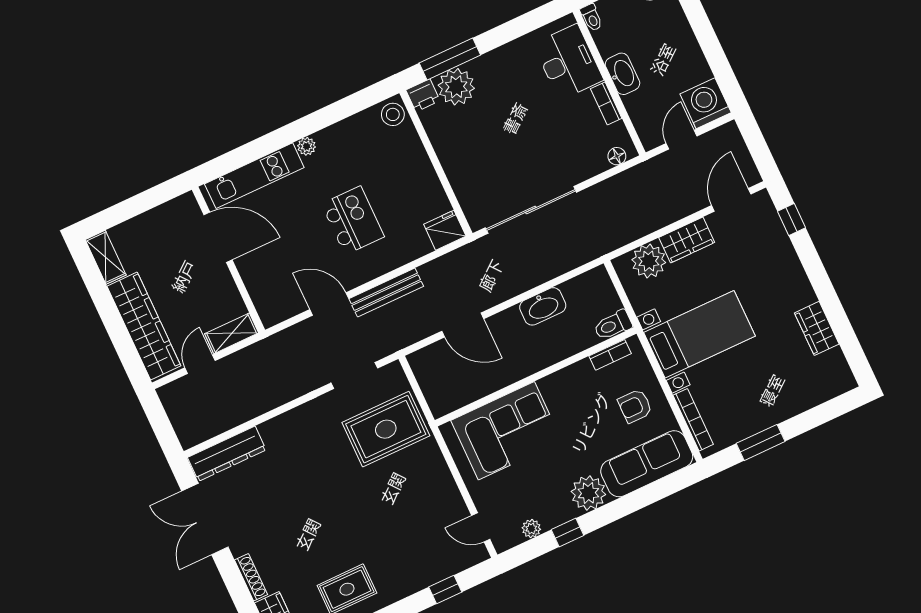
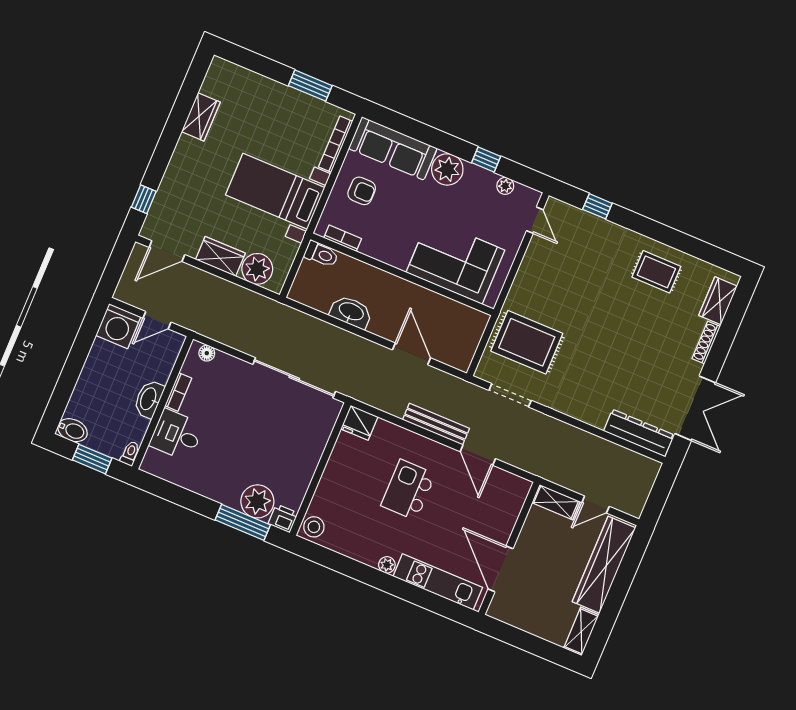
desk: (568, 62) -> (177, 435), width x0.73

